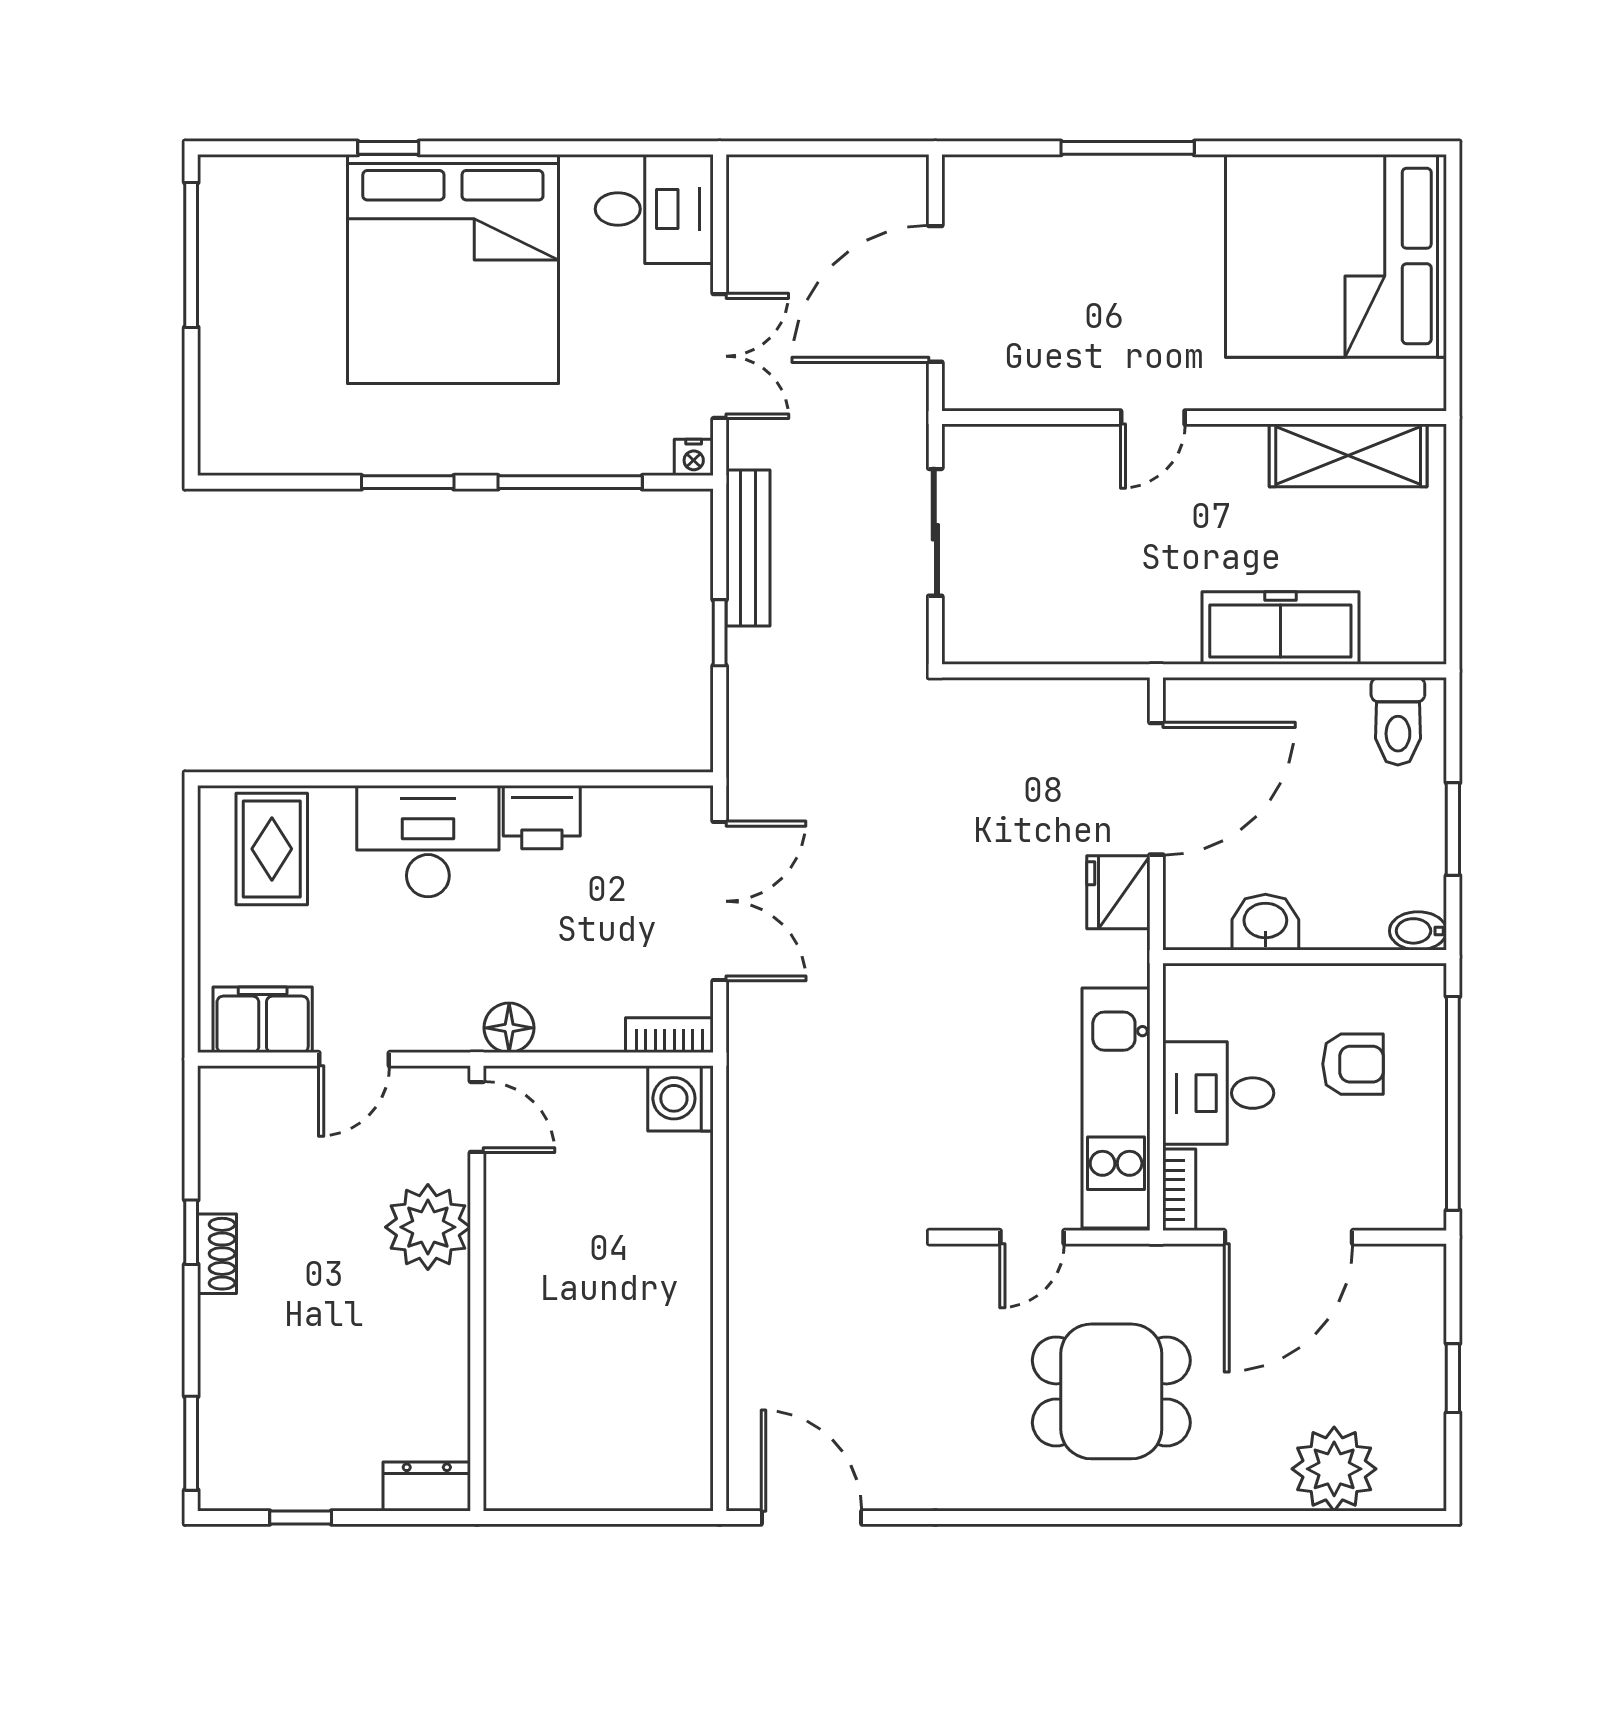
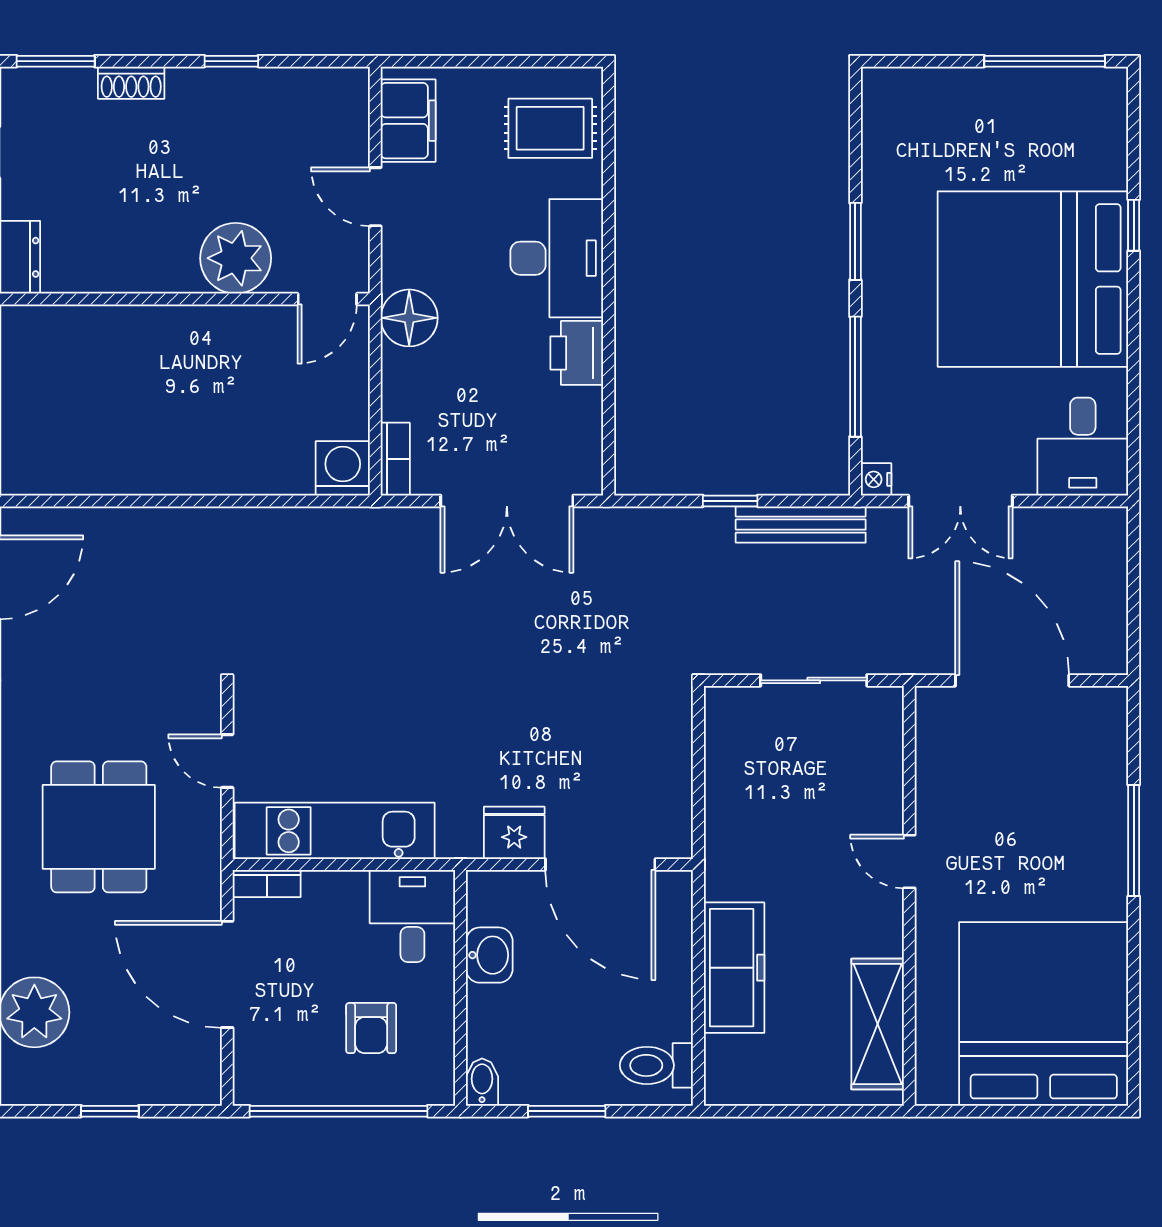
floor lamp: (509, 1028) -> (409, 318), width x1.38, depth x1.38
desk: (1218, 1093) -> (412, 916), moved
shoe rack: (217, 1254) -> (131, 83), moved

